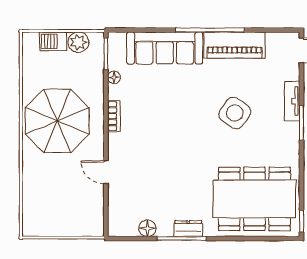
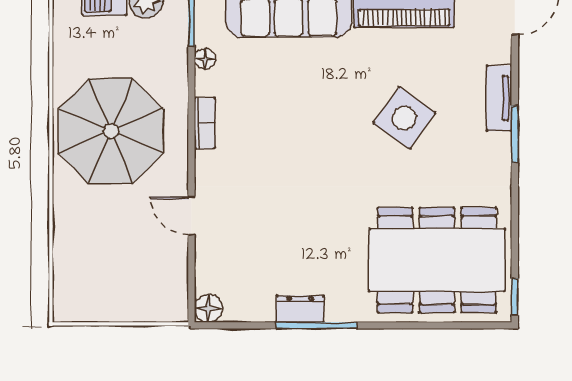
floor lamp: (147, 228) -> (208, 308), moved
dresser: (188, 229) -> (300, 309), moved

